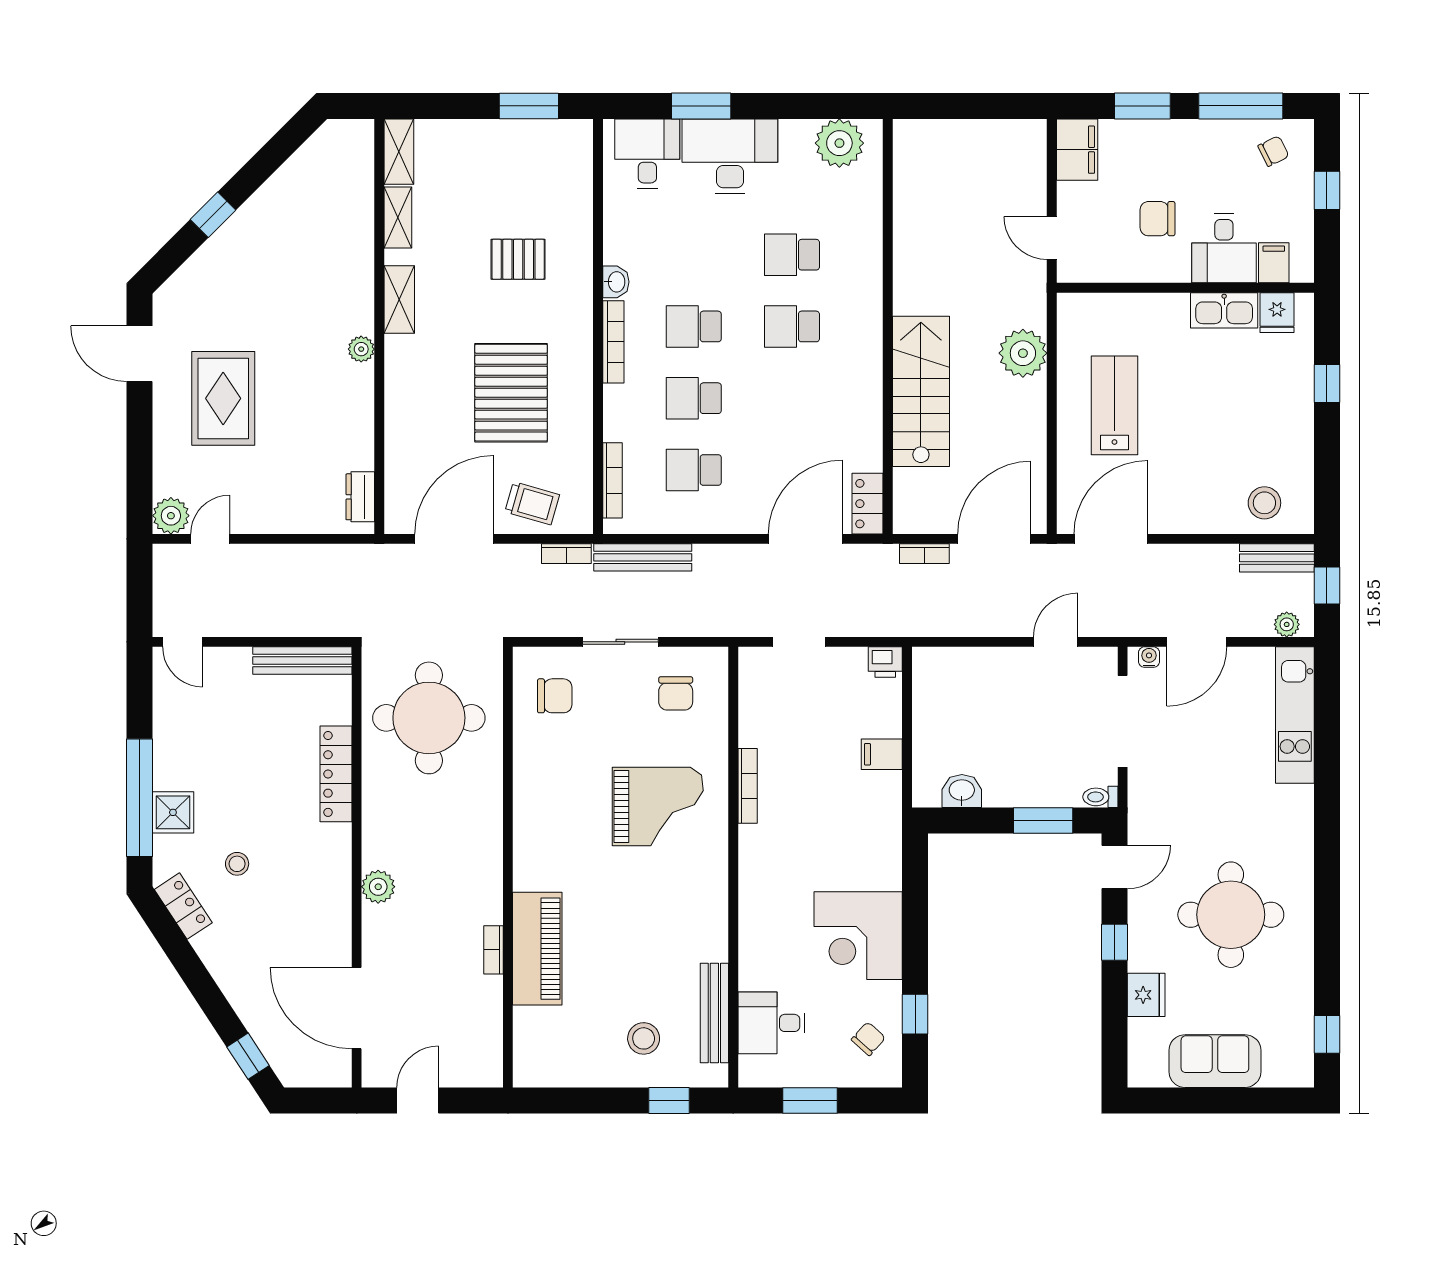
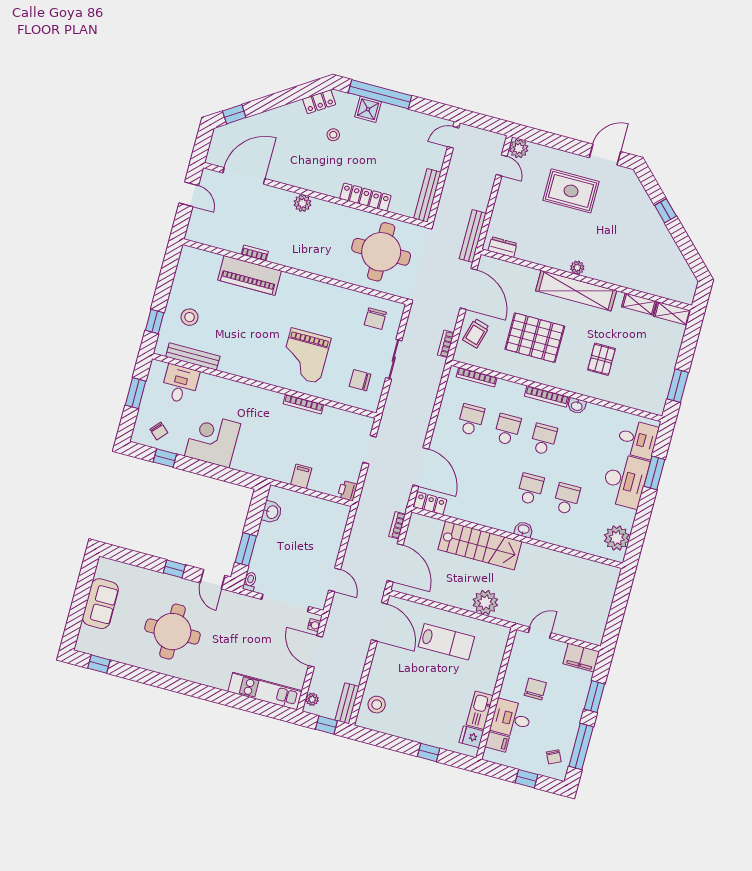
shelving: (399, 299) -> (576, 291), width x2.20, depth x1.33
washbasin: (870, 319) -> (524, 529), added
bench: (643, 557) -> (473, 236), moved
fridge: (1146, 995) -> (143, 578), removed

